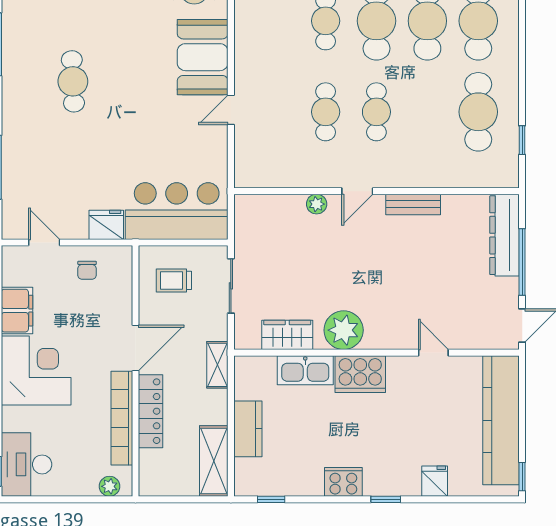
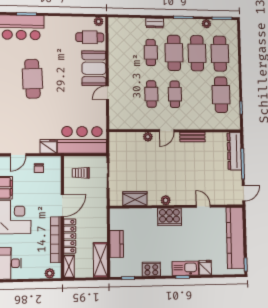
cafe table: (73, 81) -> (32, 79), width x1.37, depth x1.35
door: (44, 242) -> (18, 155), swing flipped
plant: (344, 330) -> (166, 200), width x0.53, depth x0.53
shelving: (217, 365) -> (69, 266), moved
kitchen sink: (305, 370) -> (185, 268), moved, turned 180
cooker: (343, 482) -> (151, 269), moved

